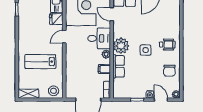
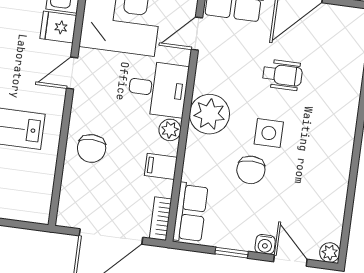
door: (112, 14) -> (197, 34), hinge flipped
wheelchair: (167, 45) -> (282, 75), moved
chair: (76, 66) -> (92, 148), added
row of seats: (119, 66) -> (190, 213), moved
chair: (169, 71) -> (251, 170), moved
stool: (53, 91) -> (28, 203), removed

